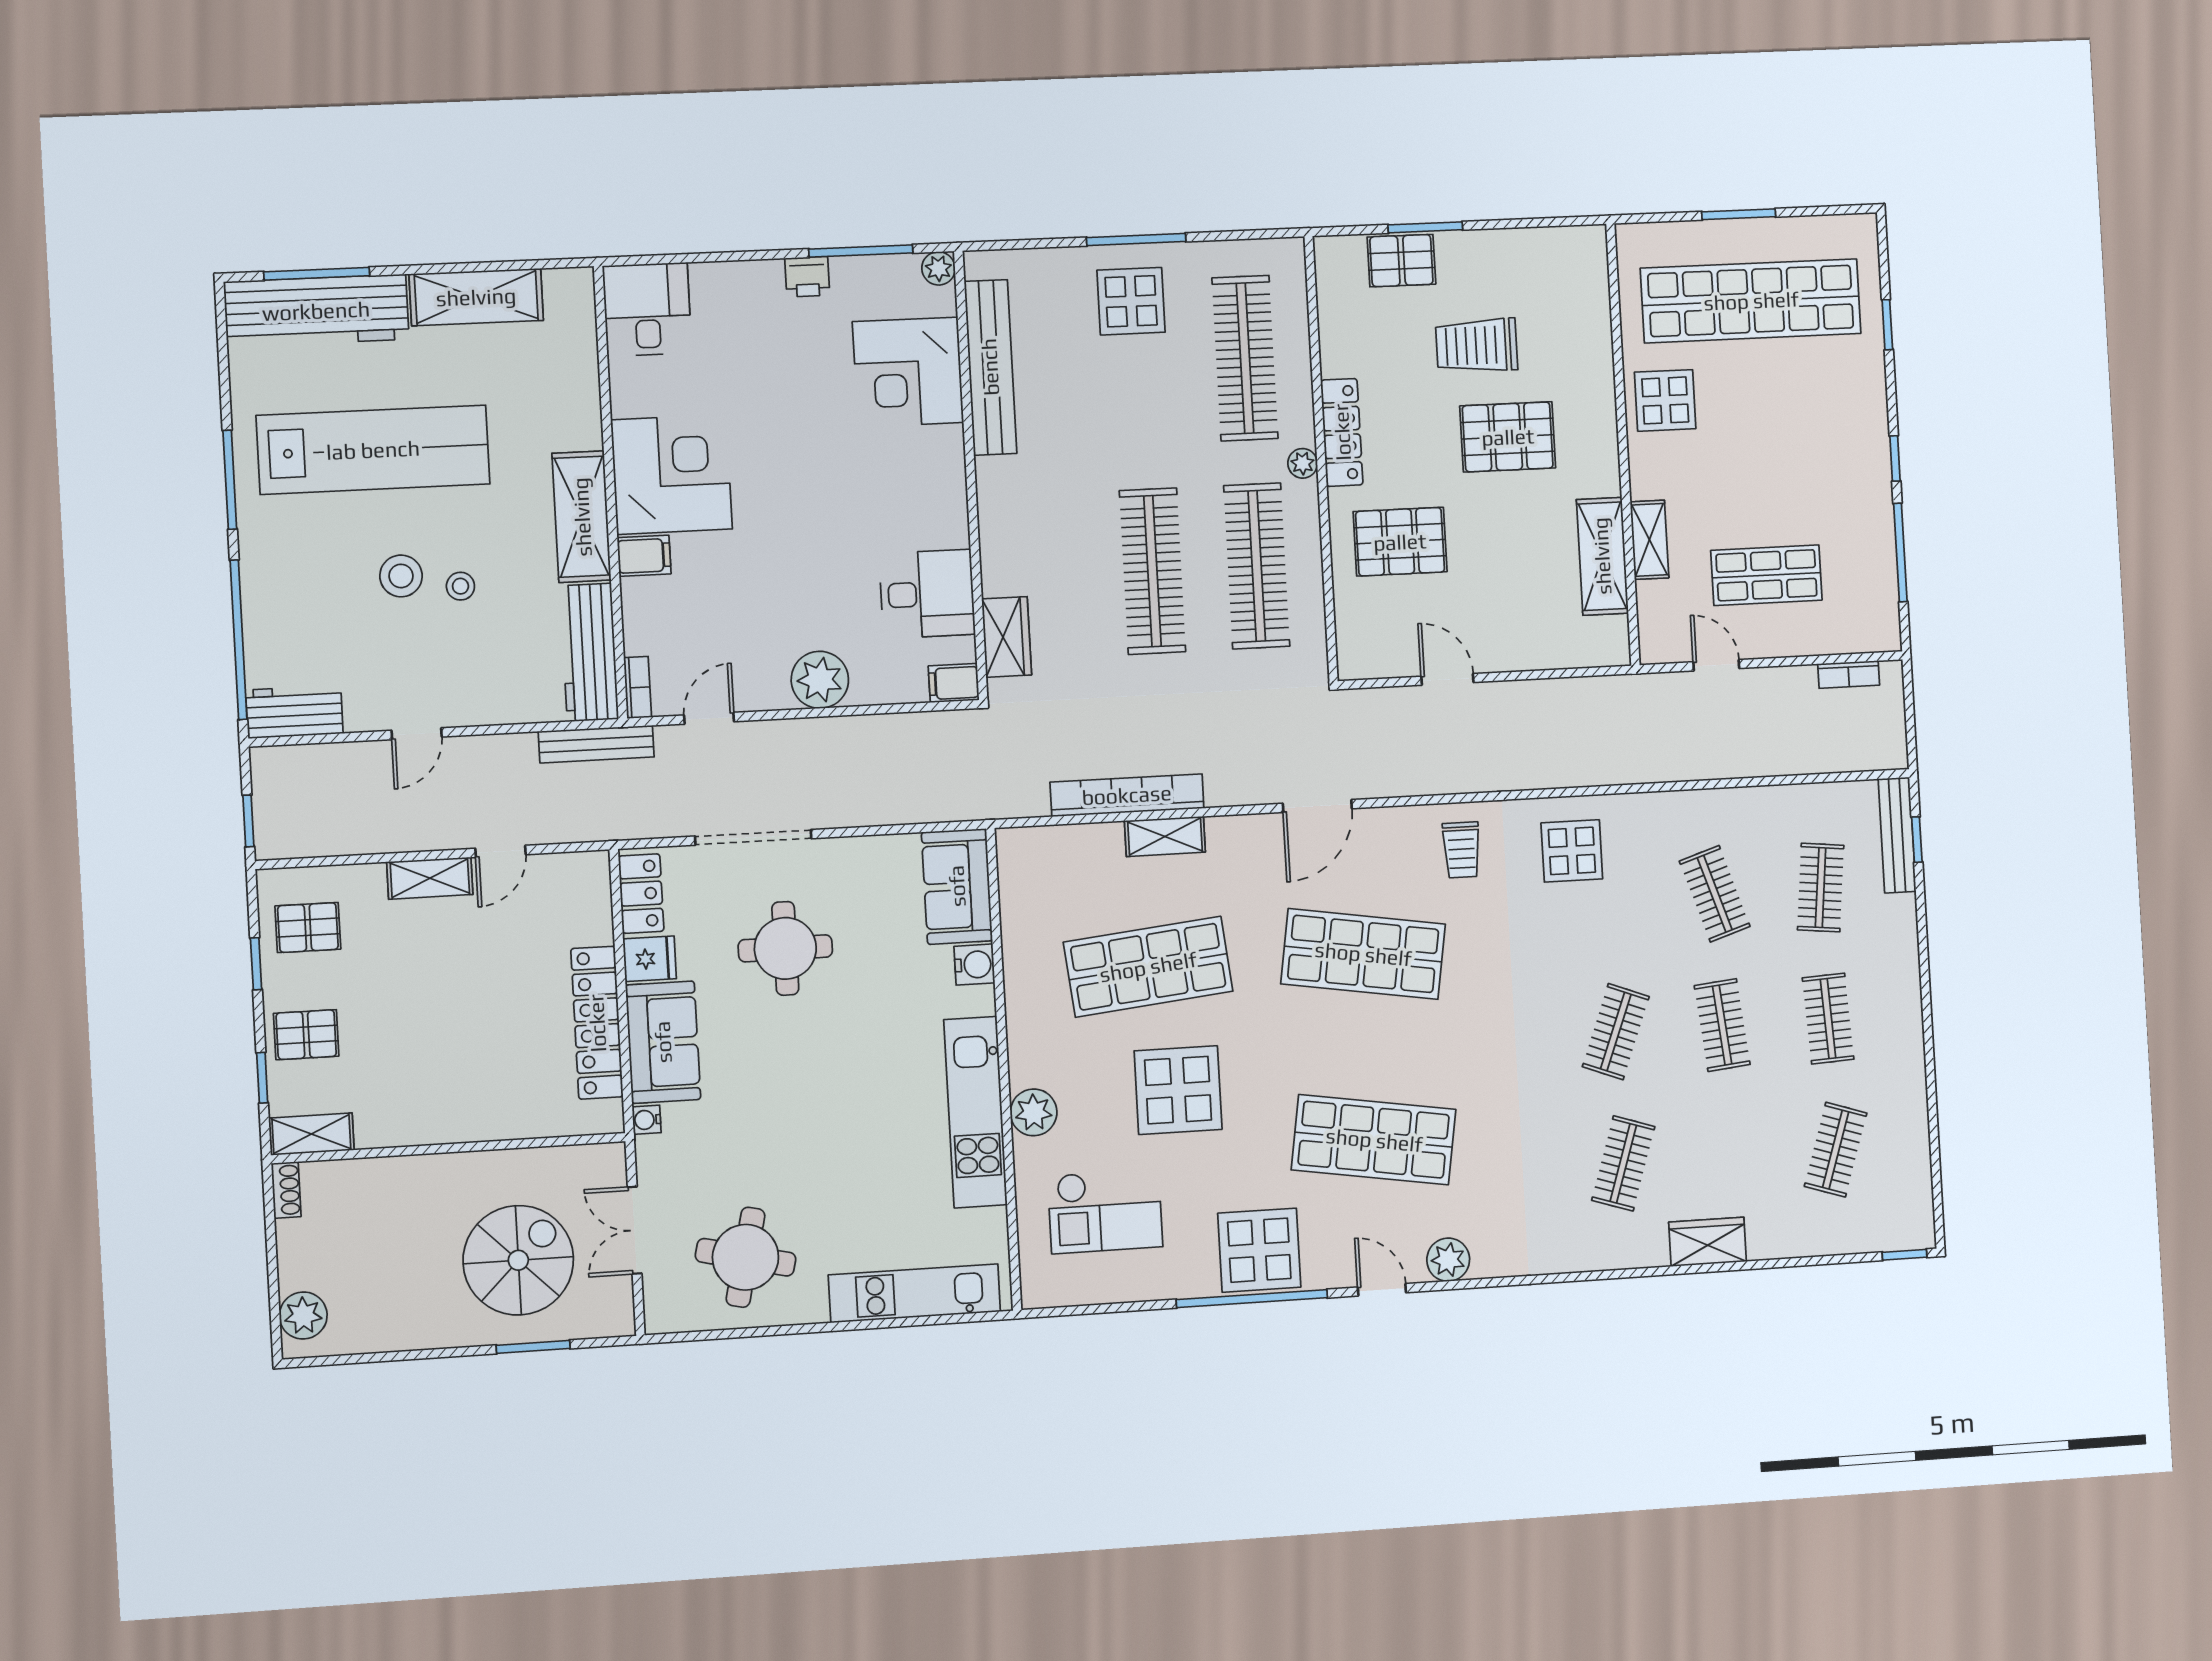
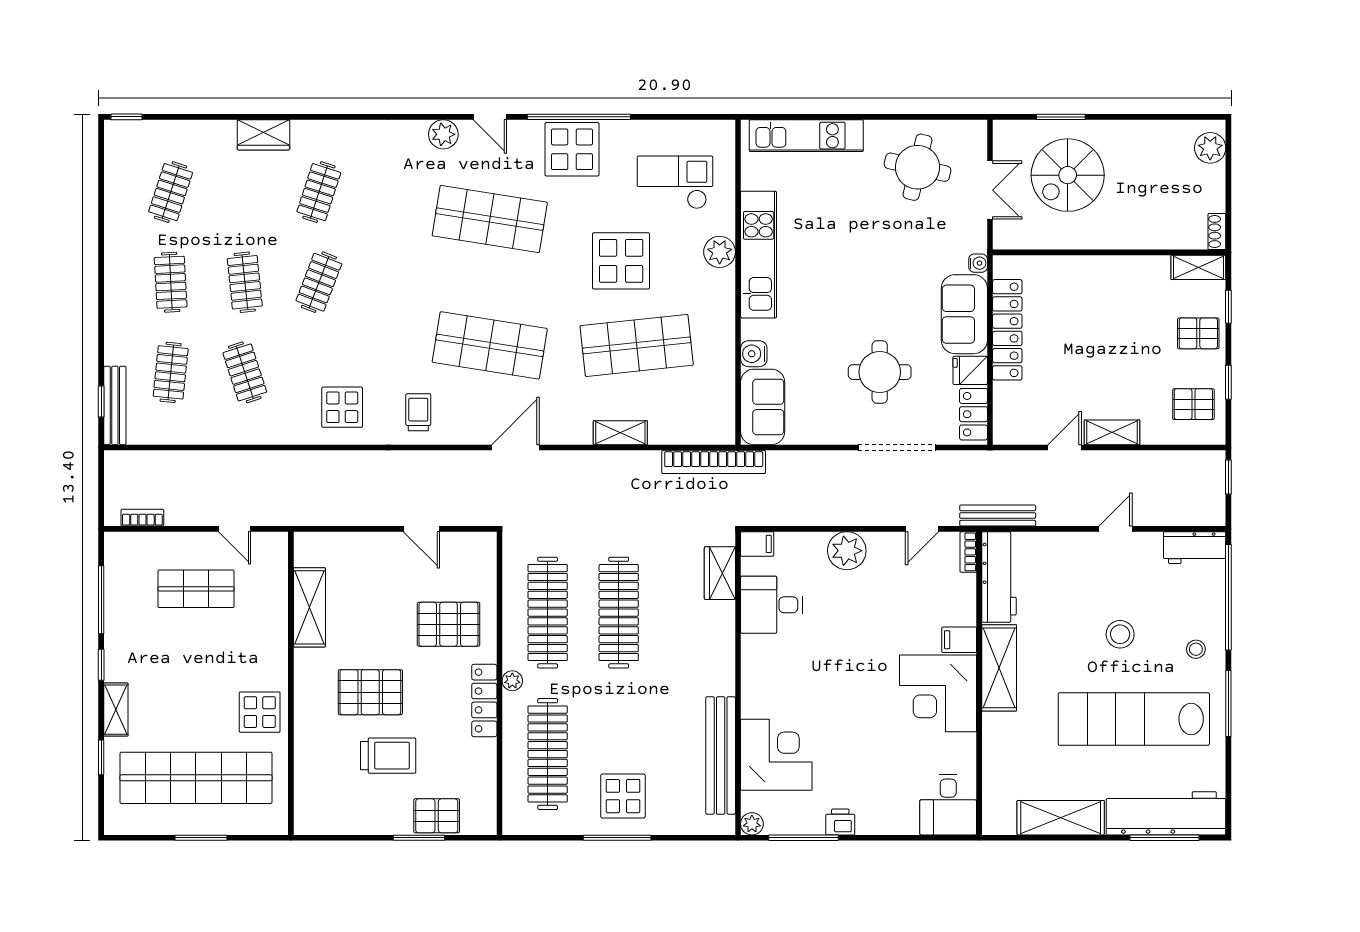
shelving: (1649, 540) -> (116, 710), moved
stool: (460, 586) -> (1196, 649), moved
bookcase: (1127, 795) -> (714, 462), moved

